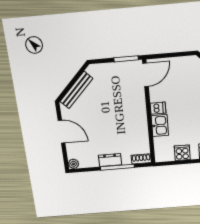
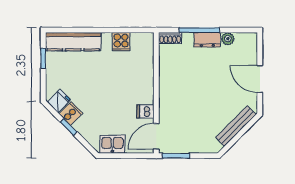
dishwasher: (158, 108) -> (145, 111), moved
kitchen sink: (160, 125) -> (112, 144), moved, turned 90
plant: (74, 164) -> (228, 39), moved

